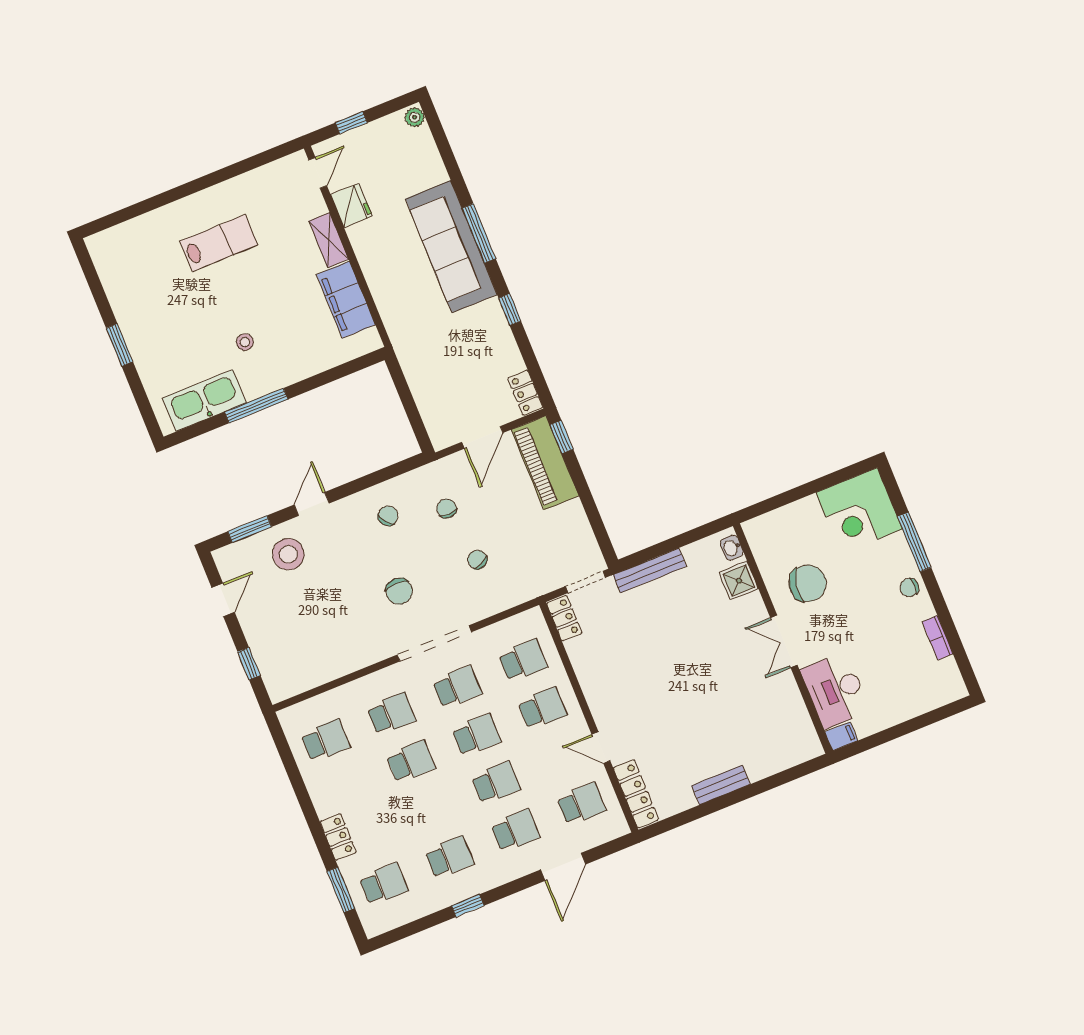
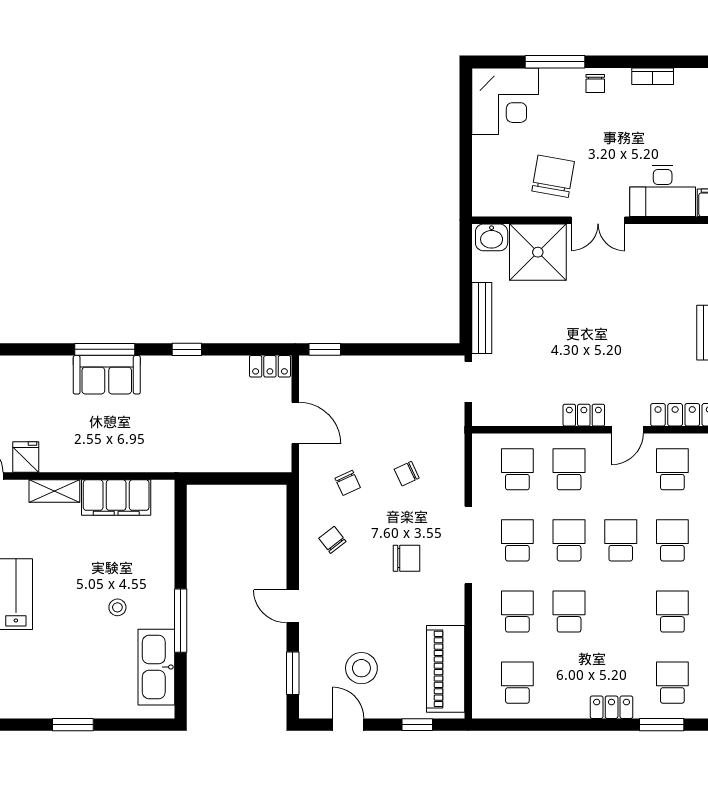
fridge: (351, 205) -> (26, 457), width x0.72
sofa: (451, 247) -> (107, 375), width x0.54, depth x0.79
piano: (545, 463) -> (446, 669), moved, turned 90
chair: (447, 508) -> (348, 483), turned -115
washbasin: (732, 548) -> (492, 237), width x1.38, depth x1.45
stool: (288, 554) -> (361, 668), moved
shower: (739, 581) -> (538, 252), width x1.86, depth x1.86
locker: (564, 618) -> (584, 415), moved

